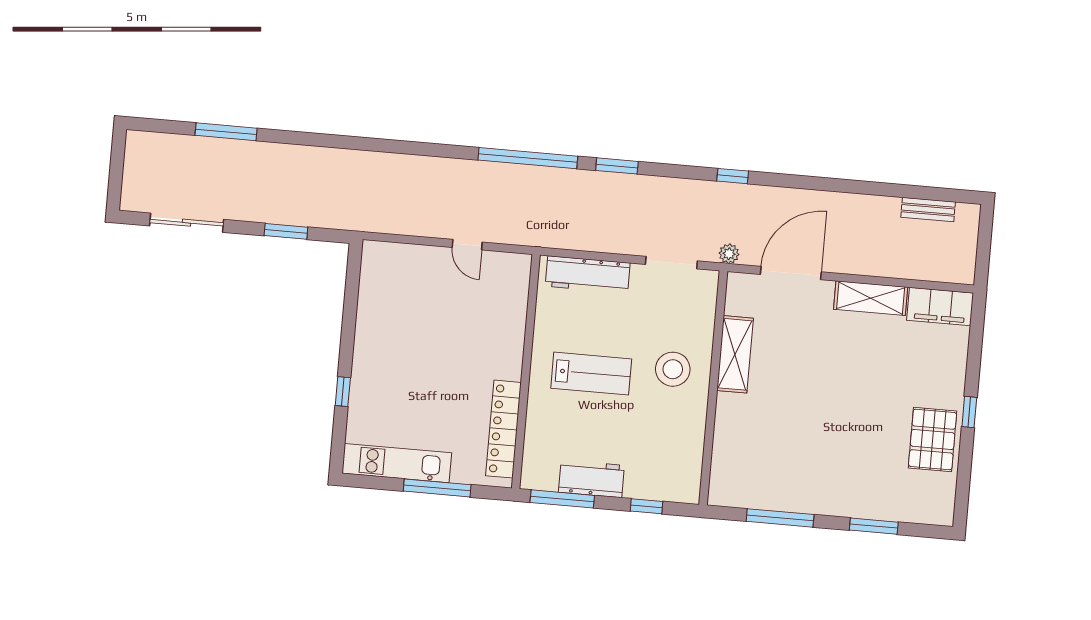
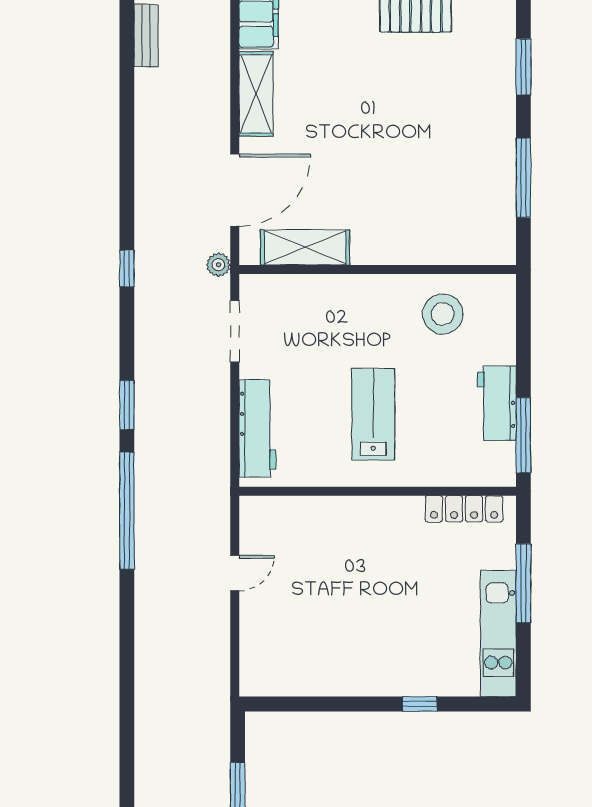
door: (791, 273) -> (235, 190), swing flipped
shelving: (735, 354) -> (305, 247), moved
stool: (673, 369) -> (443, 314), moved
locker: (503, 429) -> (464, 509), width x0.71, depth x0.83
window: (647, 506) -> (523, 336), removed

